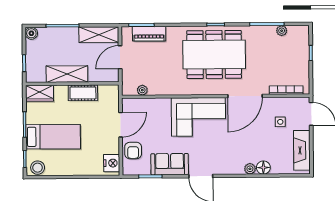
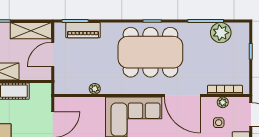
plant: (282, 31) -> (221, 33), width x1.88, depth x1.88
plant: (142, 90) -> (95, 89), moved
door: (245, 96) -> (182, 96), hinge flipped
plant: (284, 102) -> (223, 102), added

